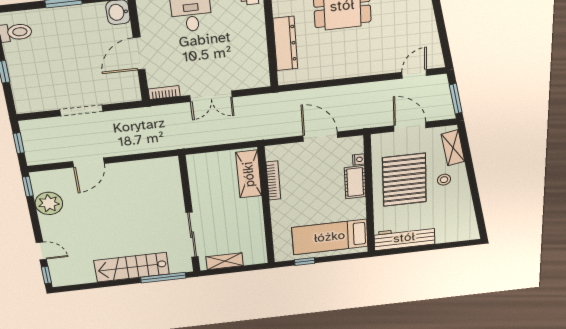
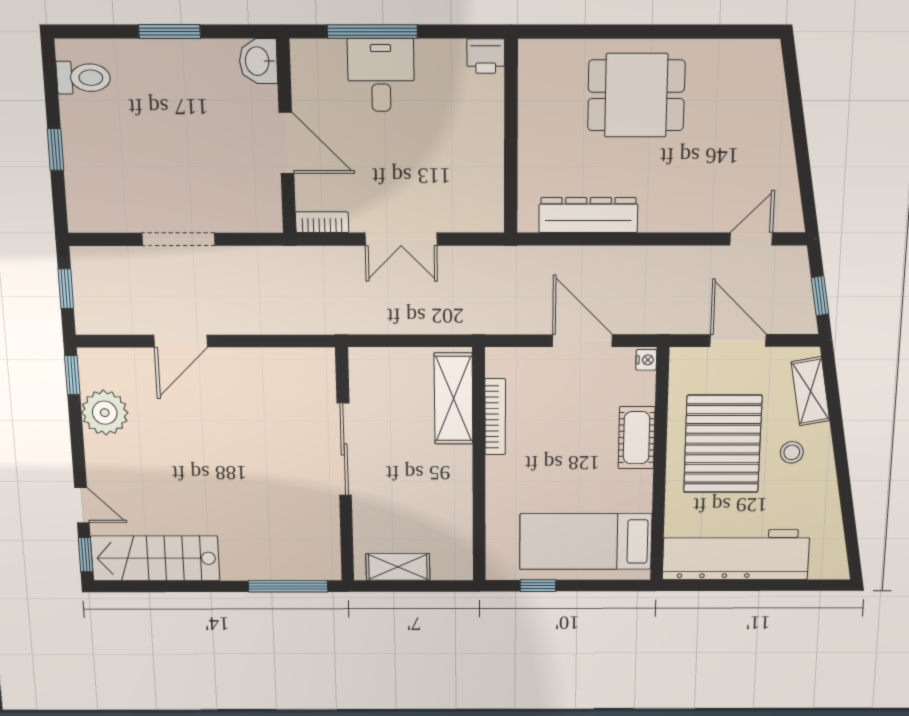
dresser: (285, 44) -> (588, 215), moved, turned -90
door: (139, 54) -> (286, 143), swing flipped
window: (456, 99) -> (820, 296), width x0.67
nightstand: (359, 159) -> (646, 360), moved
sliding door: (192, 235) -> (344, 449), moved
workbench: (404, 238) -> (736, 555), width x1.36, depth x1.32
stairs: (132, 267) -> (155, 558), moved

